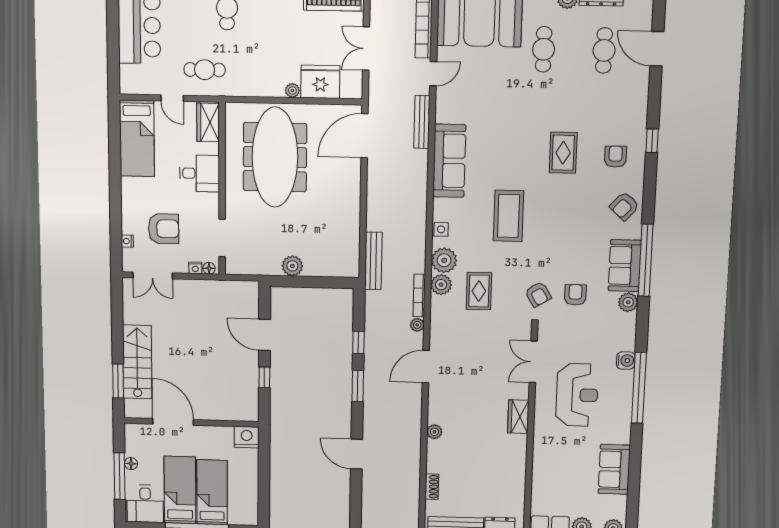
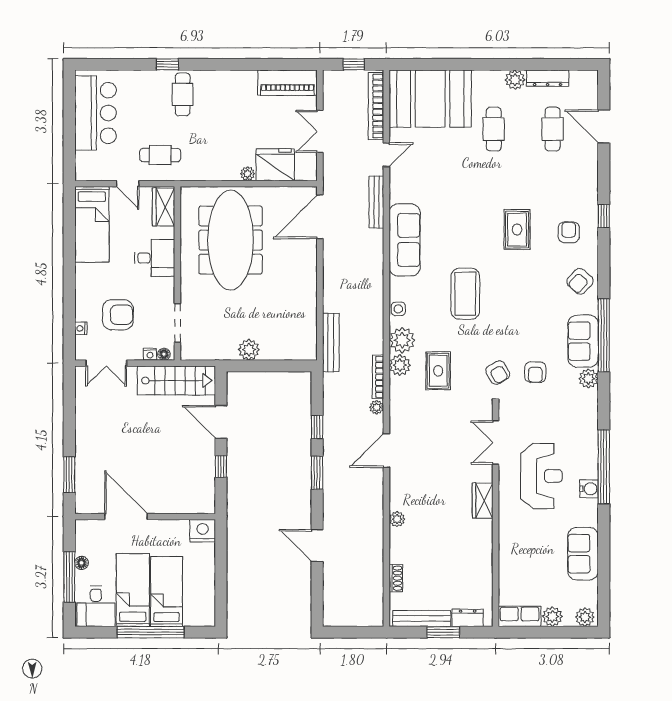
armchair: (575, 295) -> (535, 372), turned 180
water cooler: (626, 361) -> (589, 489), moved
stairs: (137, 362) -> (176, 380), moved, turned 90

